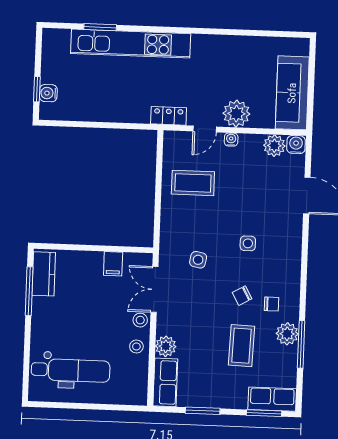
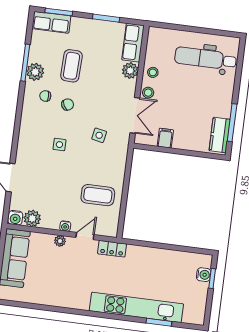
plant: (236, 114) -> (60, 241), width x0.53, depth x0.53

